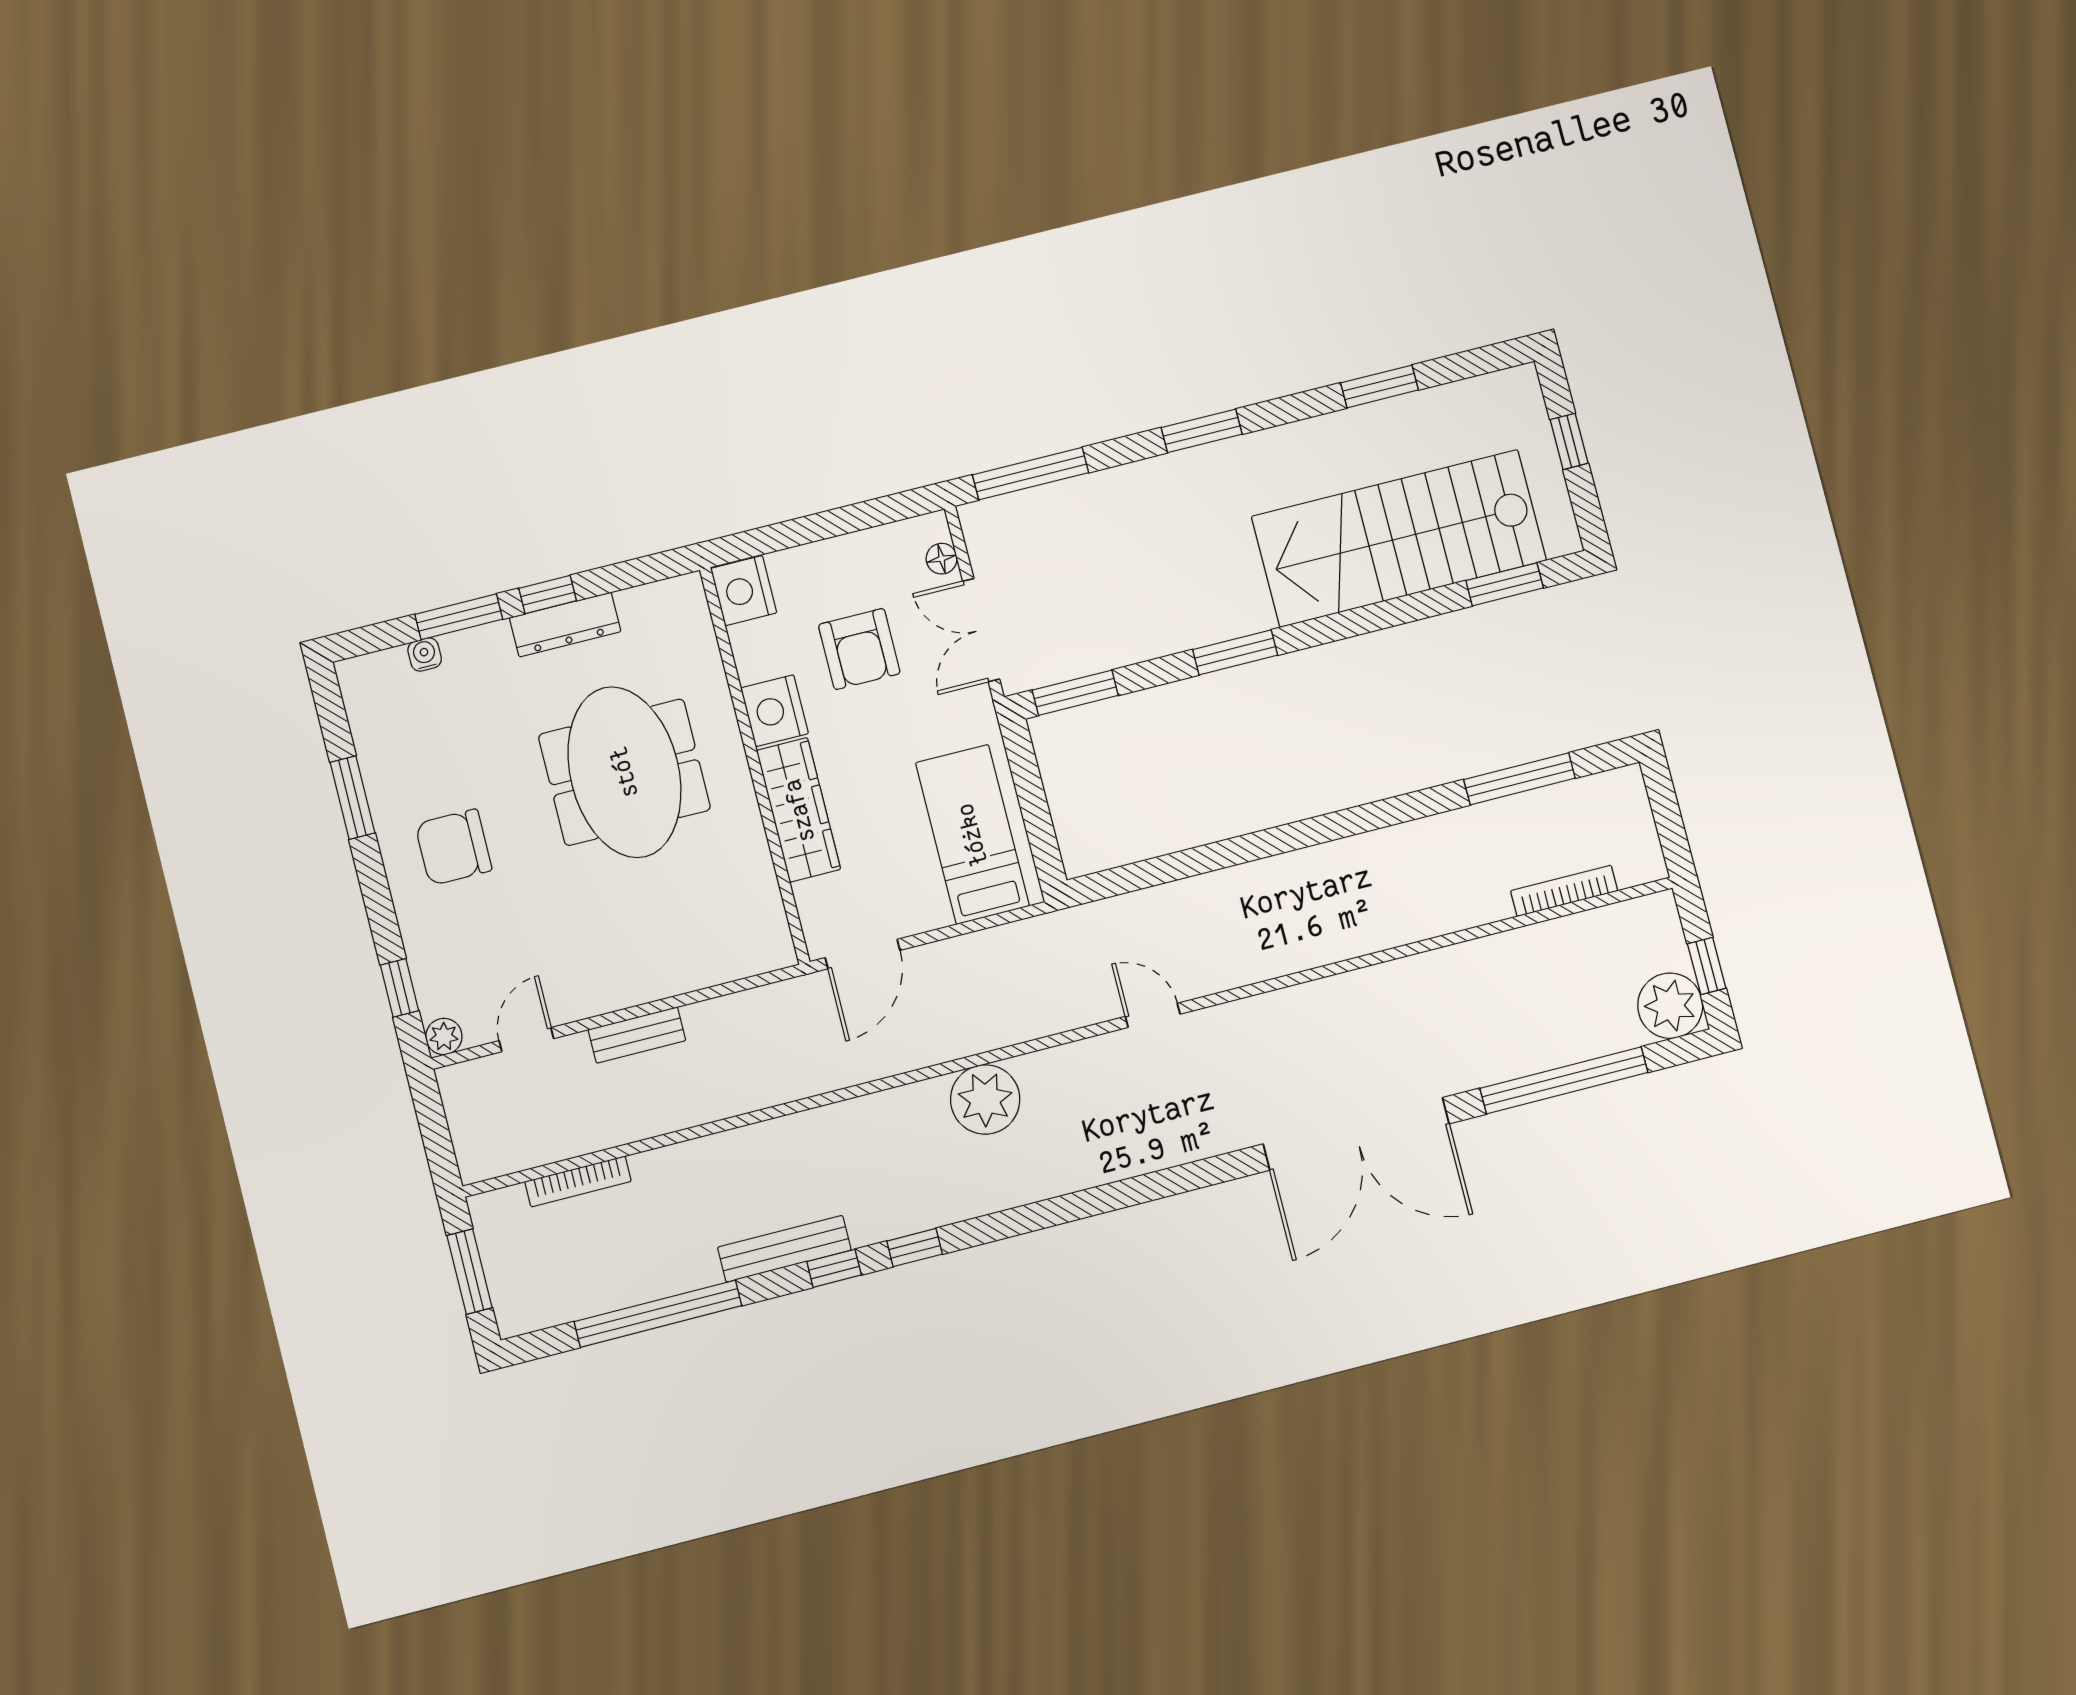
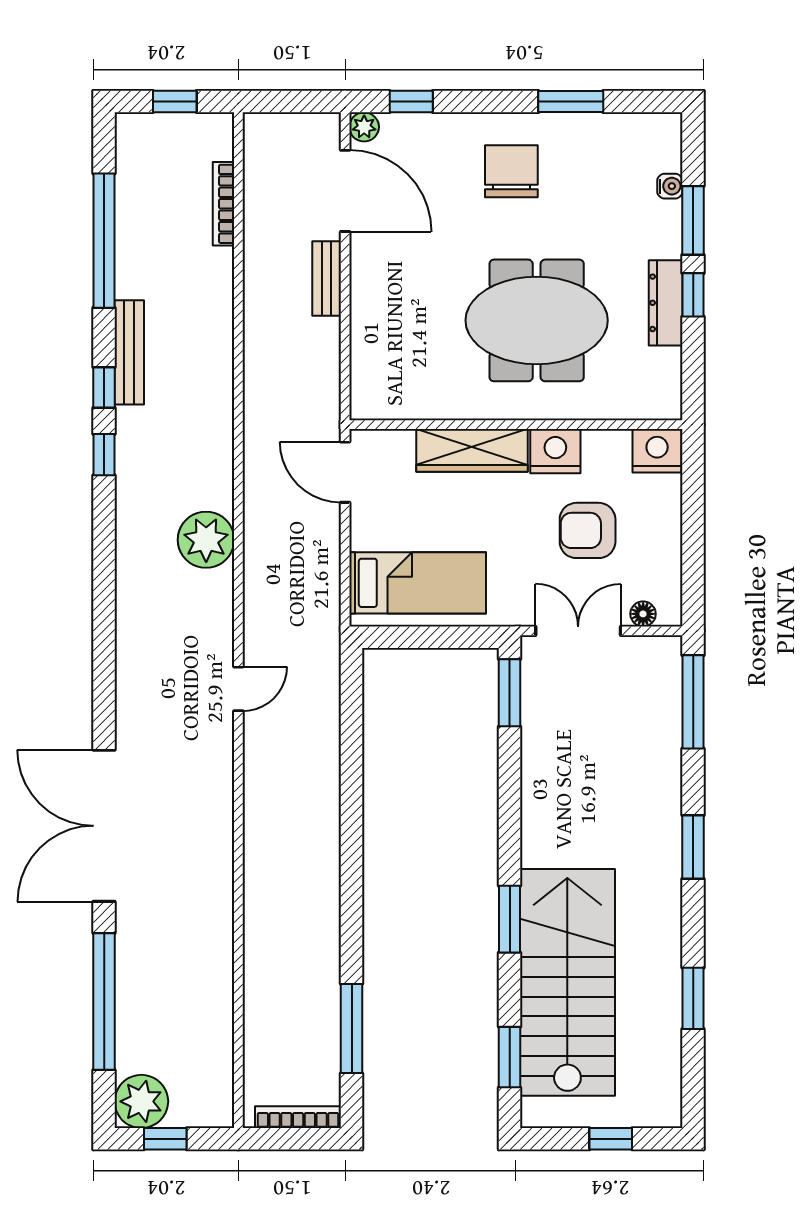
window: (1235, 652) -> (510, 919), moved
bookcase: (1564, 891) -> (298, 1117), moved, turned -90
door: (526, 1040) -> (345, 191), width x1.87
window: (470, 1272) -> (175, 102), width x0.67

